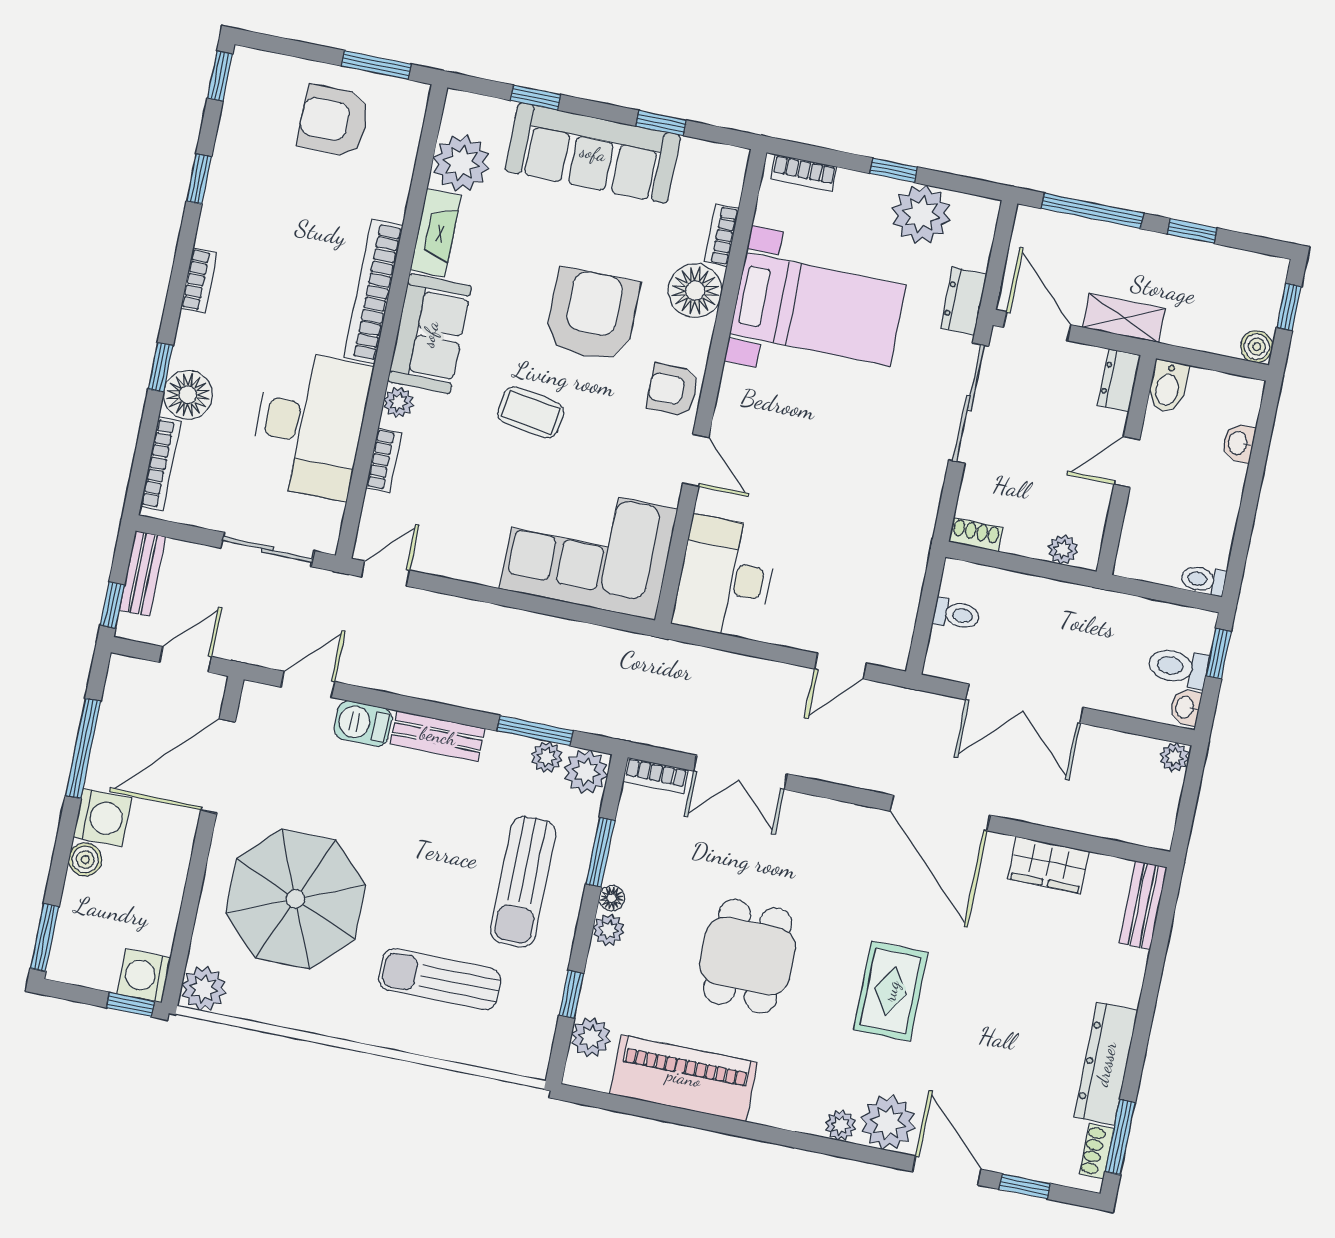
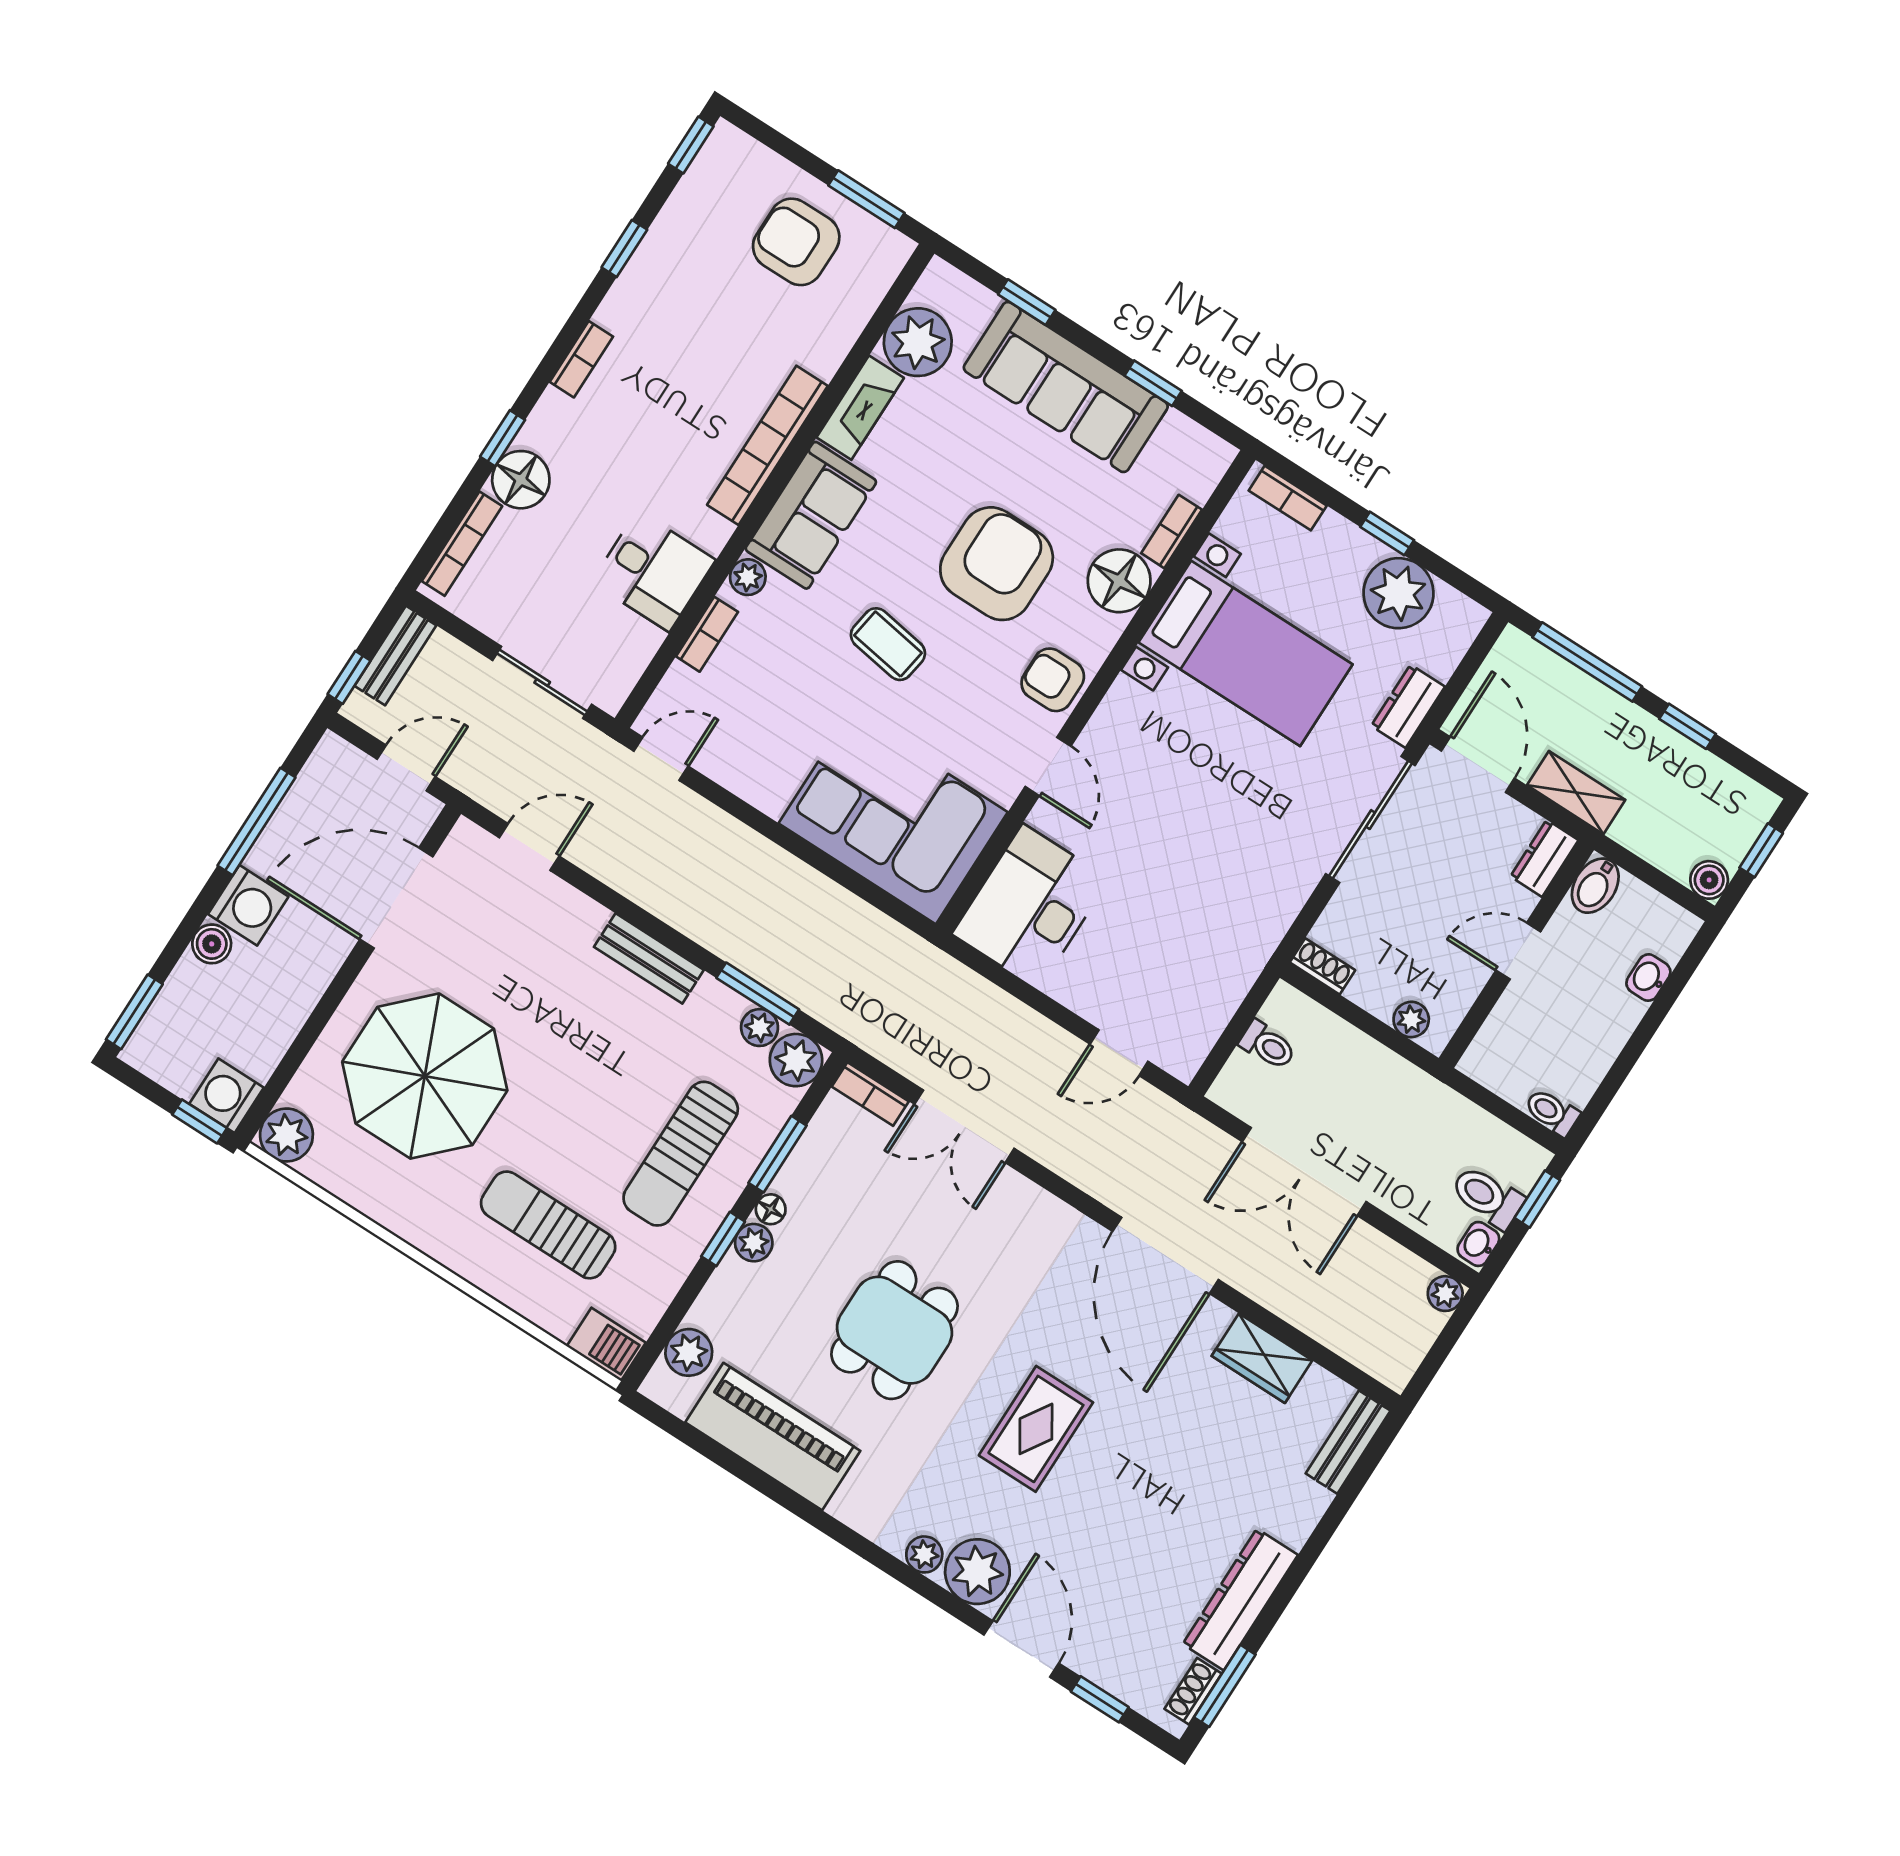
desk: (310, 424) -> (653, 571), width x0.53, depth x0.77
barbecue: (363, 724) -> (606, 1344), moved, turned 180
window: (571, 994) -> (723, 1239), moved

